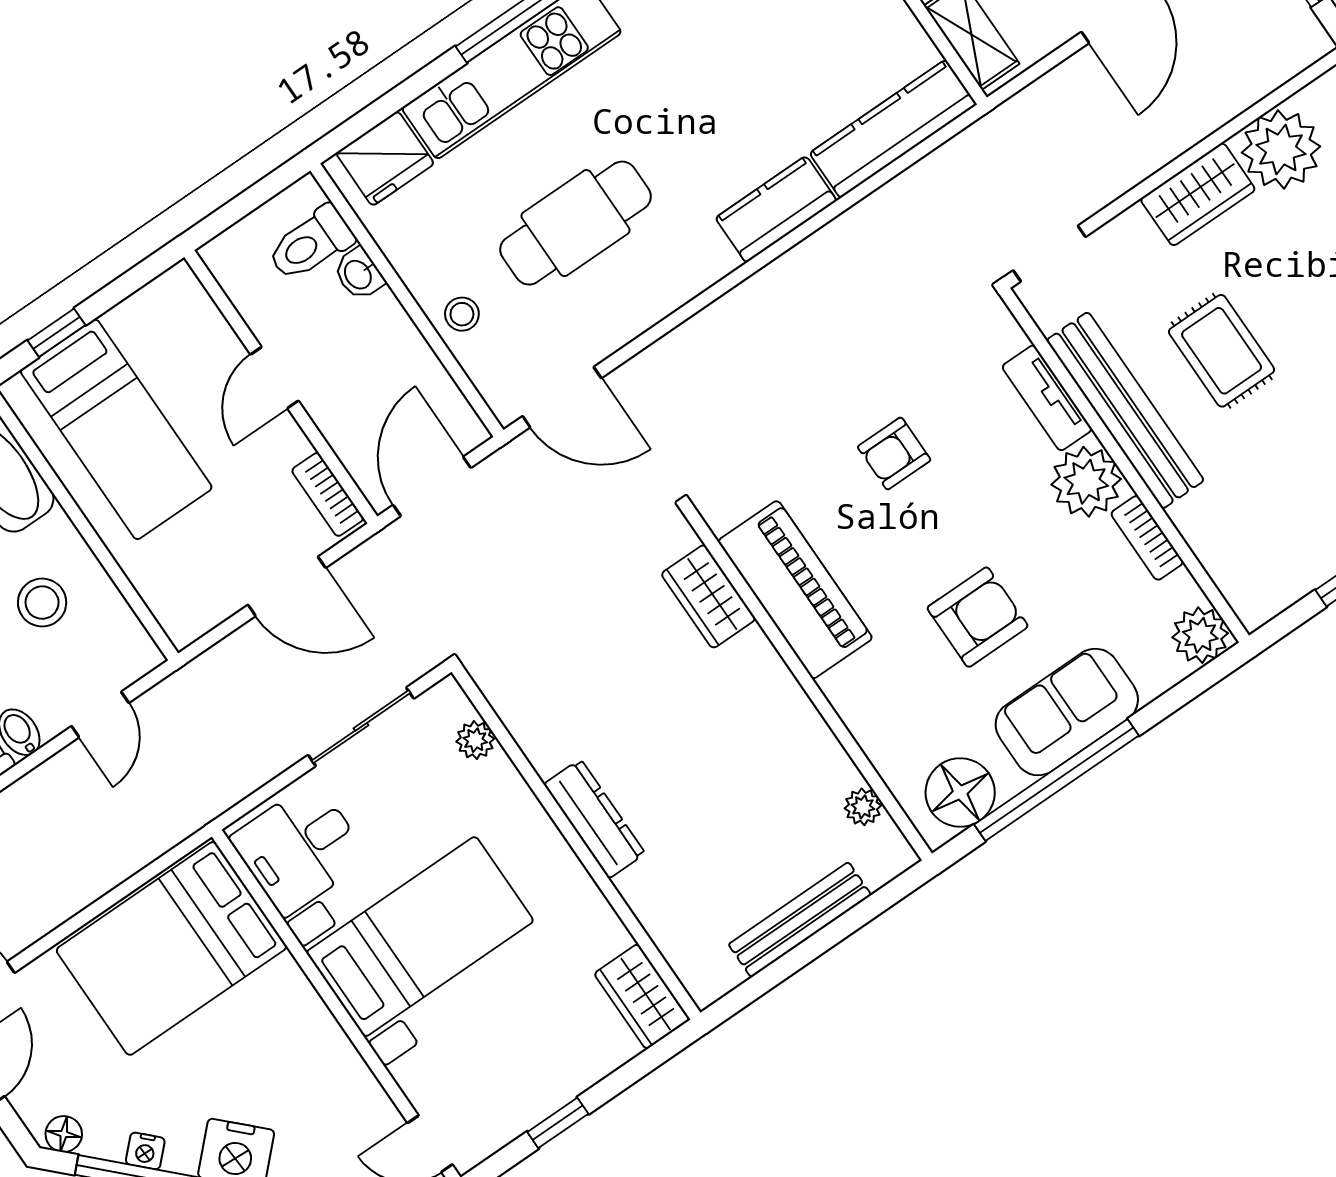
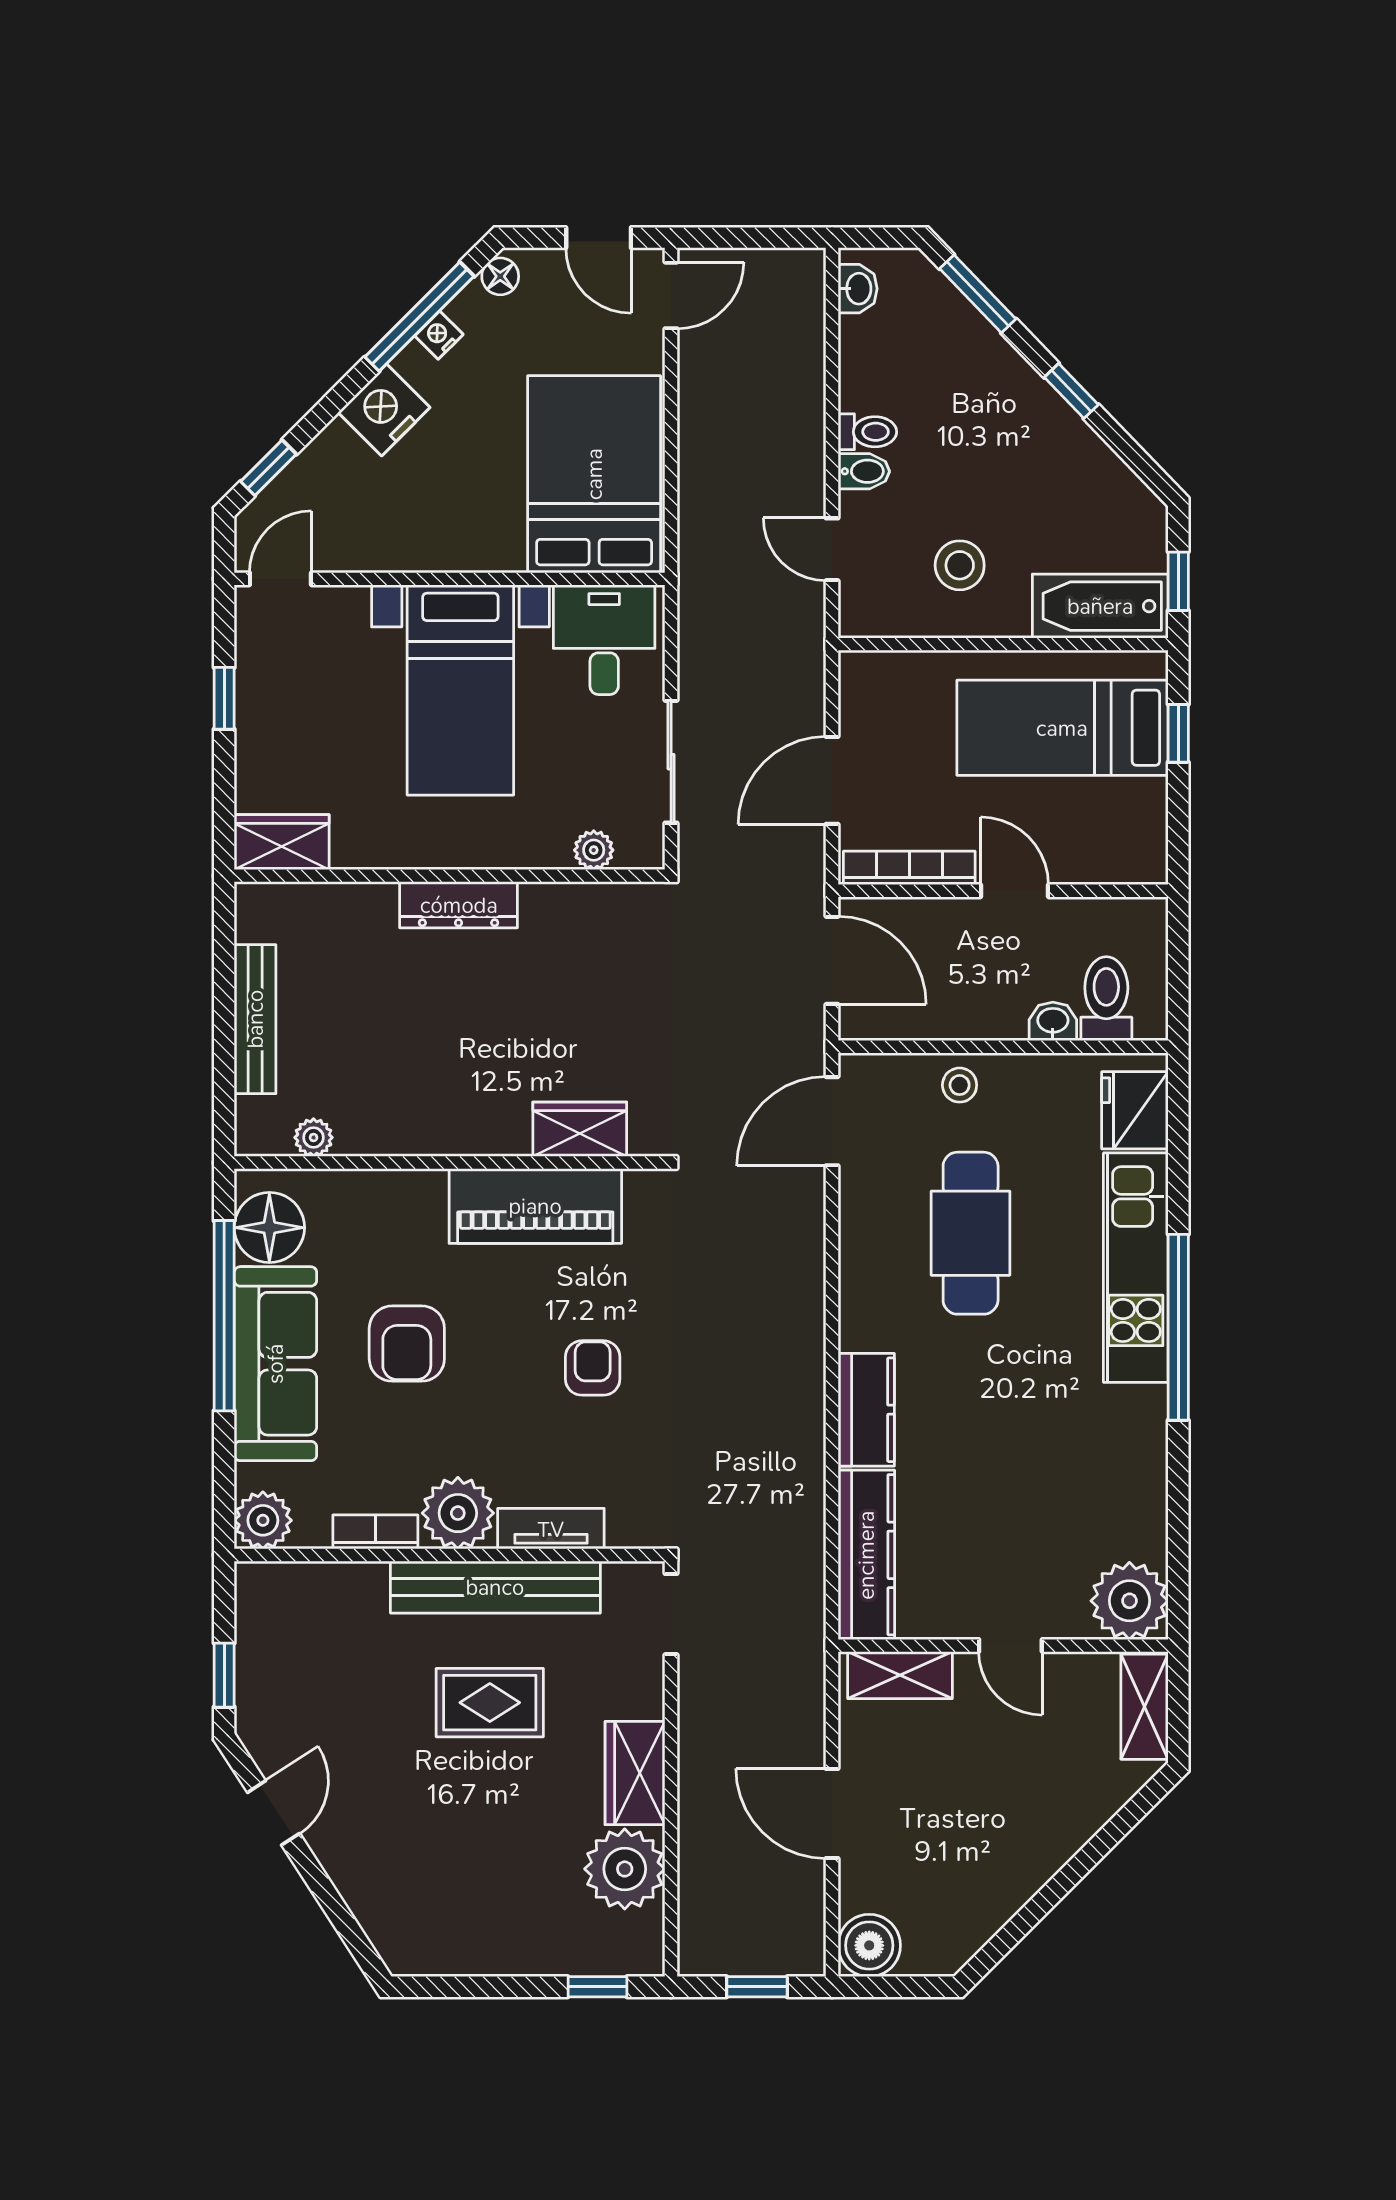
bookcase: (328, 495) -> (909, 868), width x1.56
sofa: (1067, 712) -> (275, 1364), width x1.36

